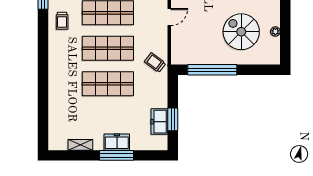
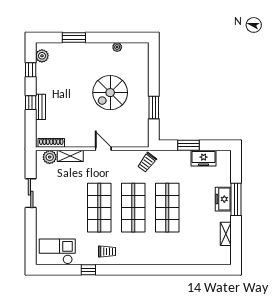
spiral stairs: (241, 32) -> (110, 93), moved
window: (212, 70) -> (154, 107), width x0.47
window: (173, 119) -> (189, 145), moved

